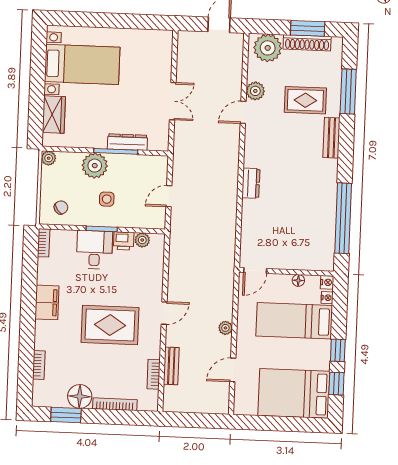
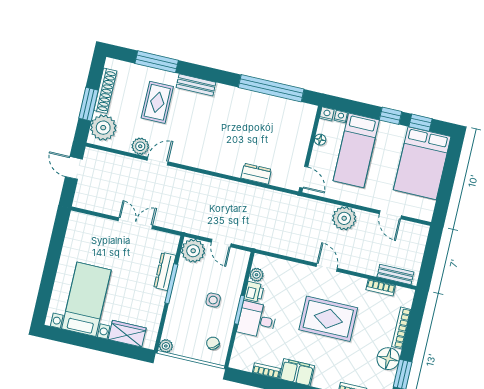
window: (308, 28) -> (88, 104), moved
door: (243, 112) -> (158, 161), swing flipped
plant: (95, 166) -> (193, 251), moved
dresser: (251, 183) -> (256, 174), moved
bookcase: (44, 243) -> (266, 371), moved
rug: (110, 325) -> (328, 319), turned 90
plant: (225, 328) -> (344, 218), width x1.87, depth x1.87
bench: (171, 366) -> (395, 274), moved

